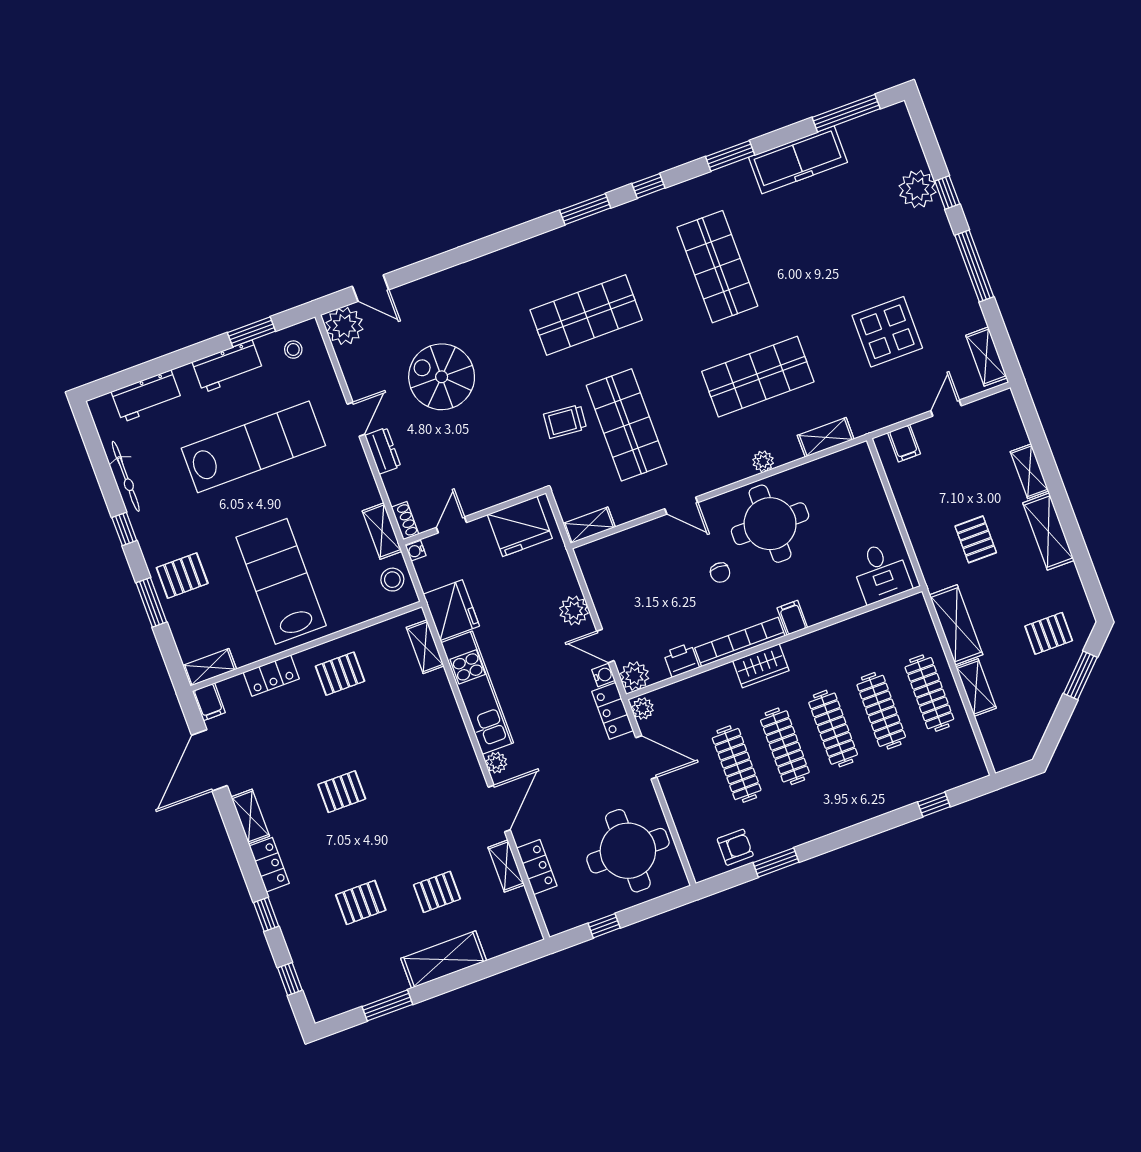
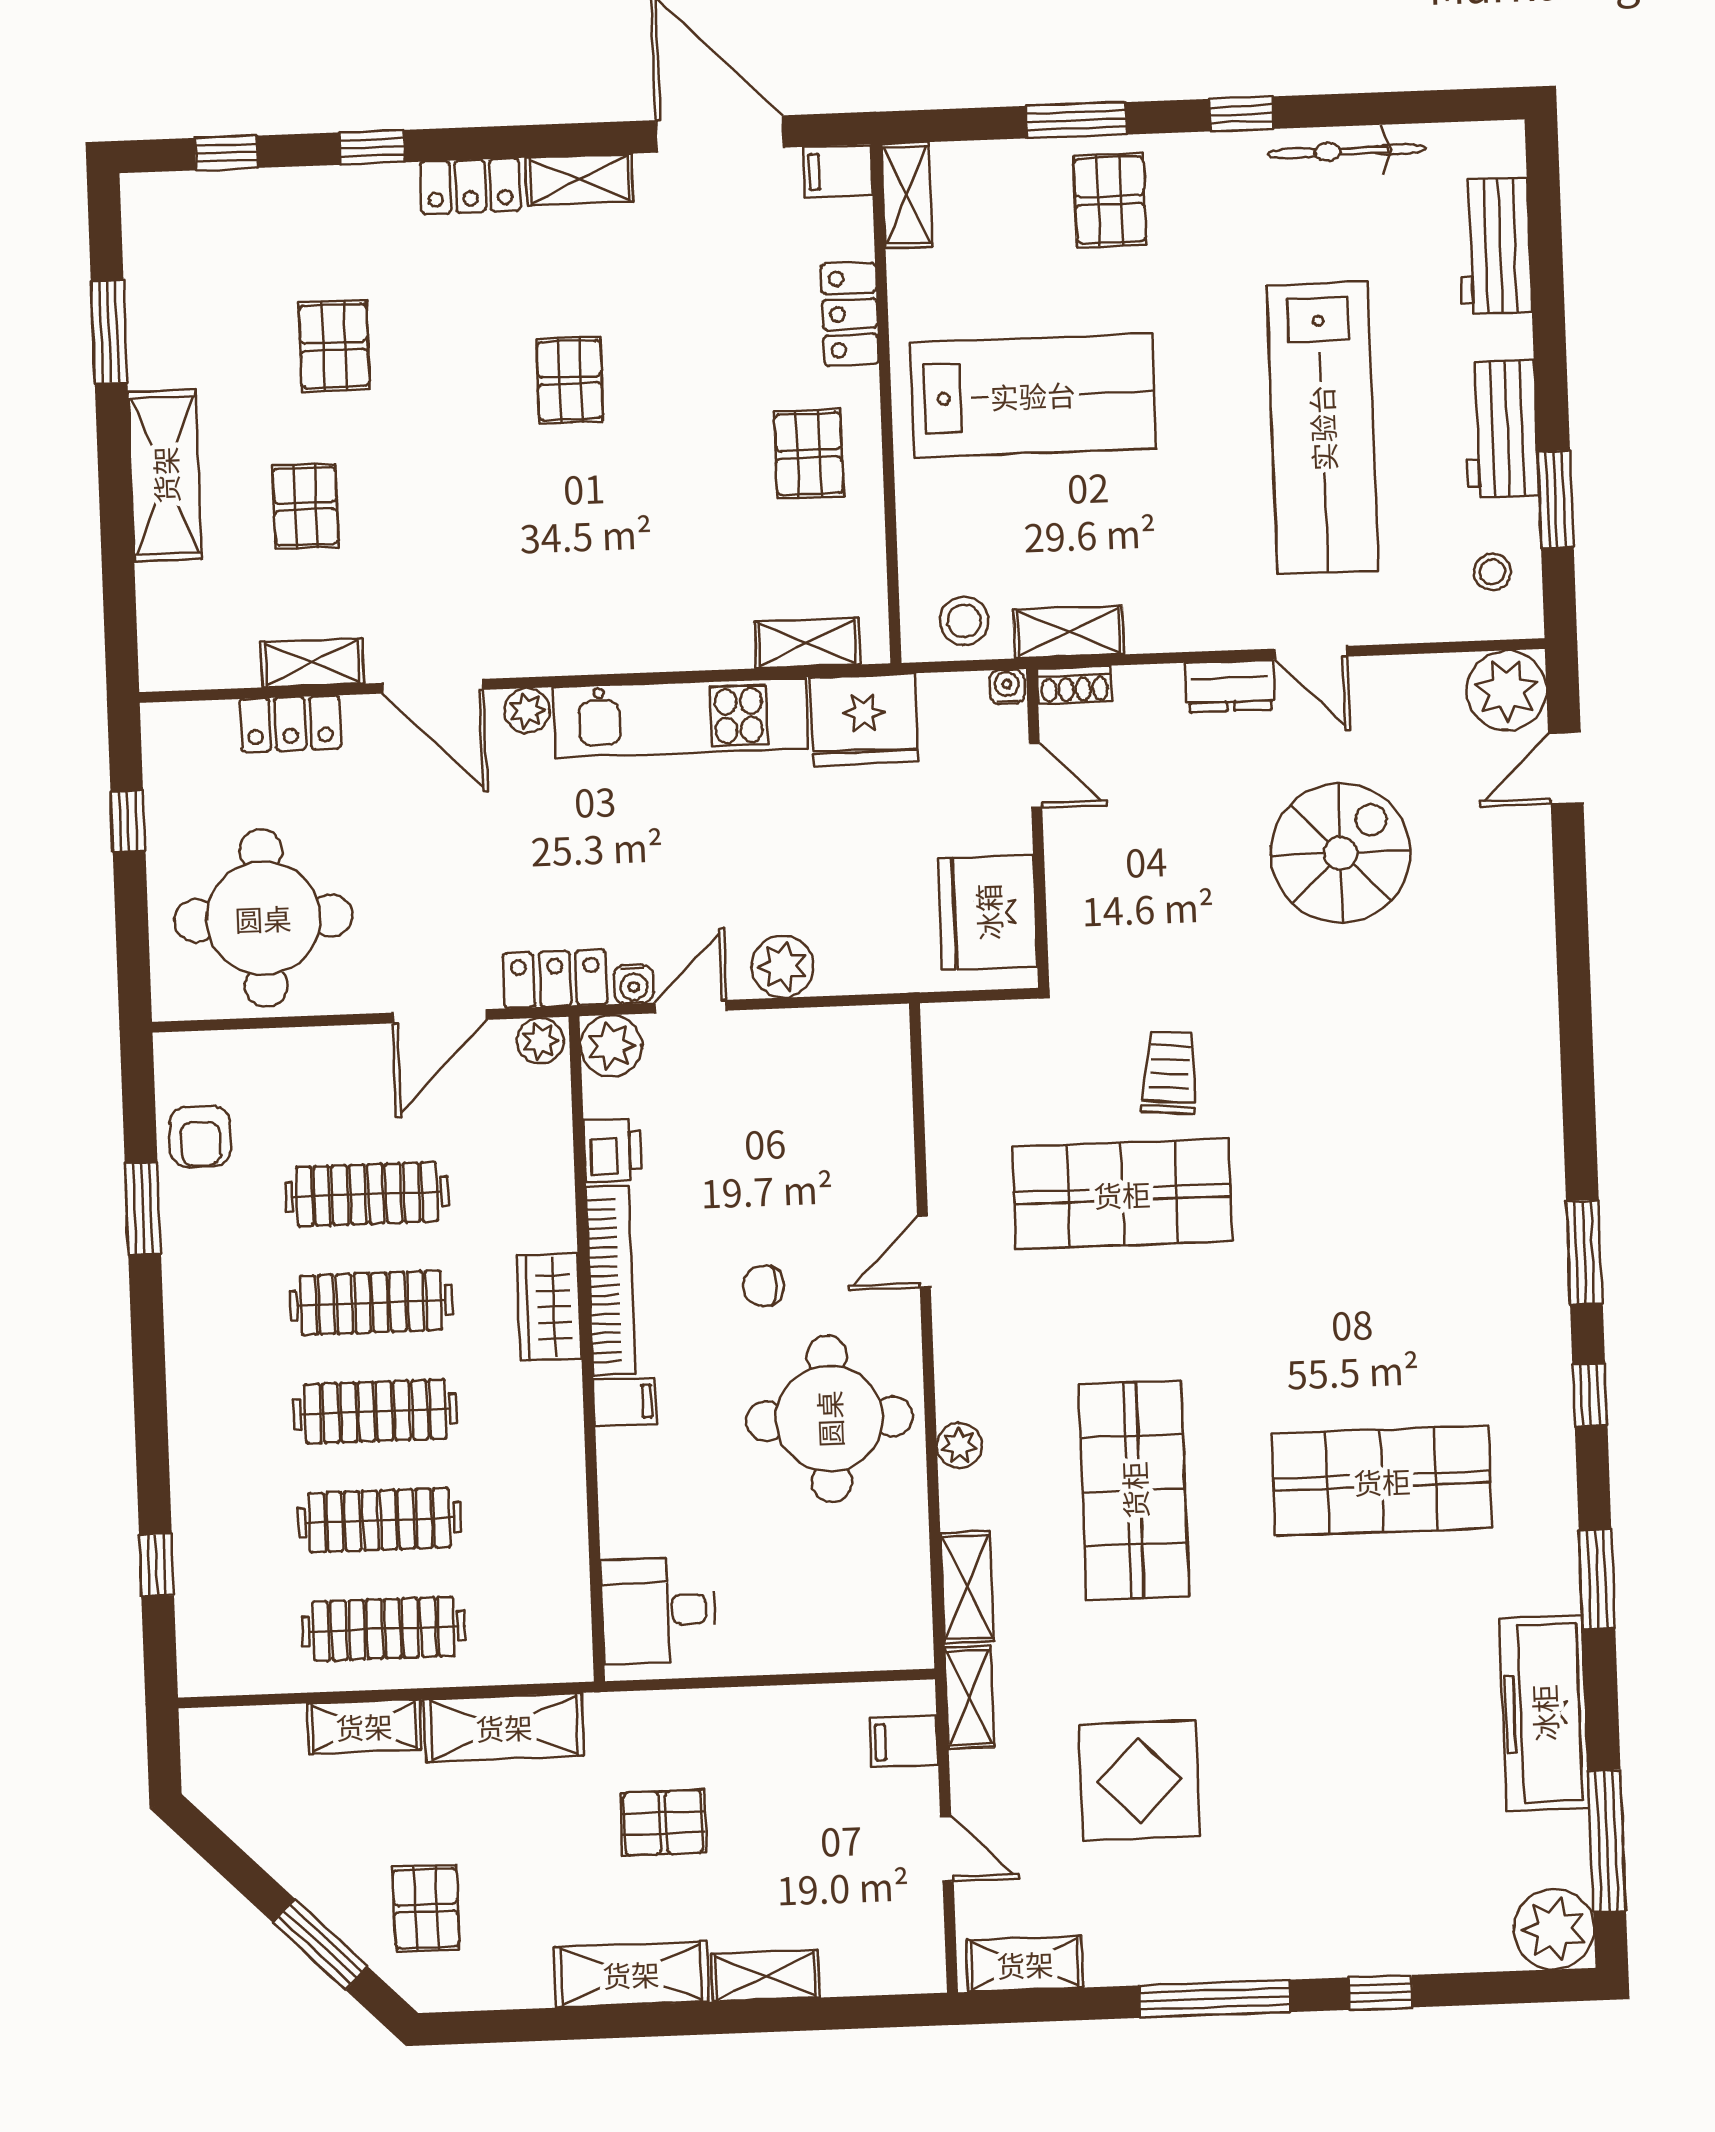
plant: (918, 189) -> (1554, 1929), moved
shop shelf: (586, 315) -> (1370, 1185), removed
shelving: (589, 525) -> (969, 1697), moved

